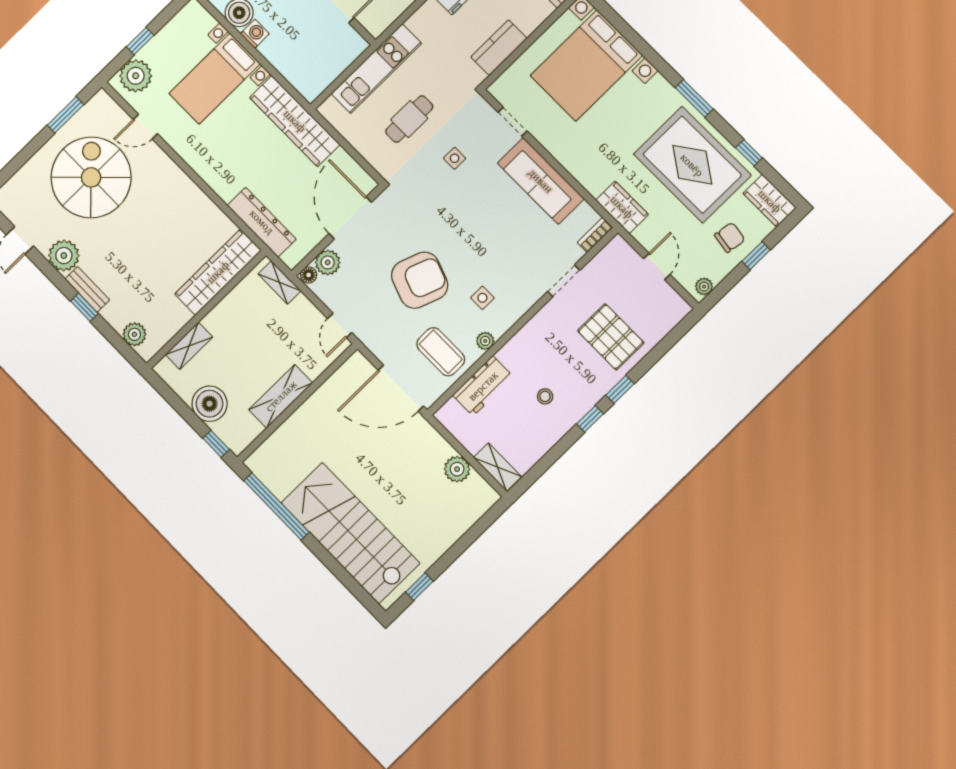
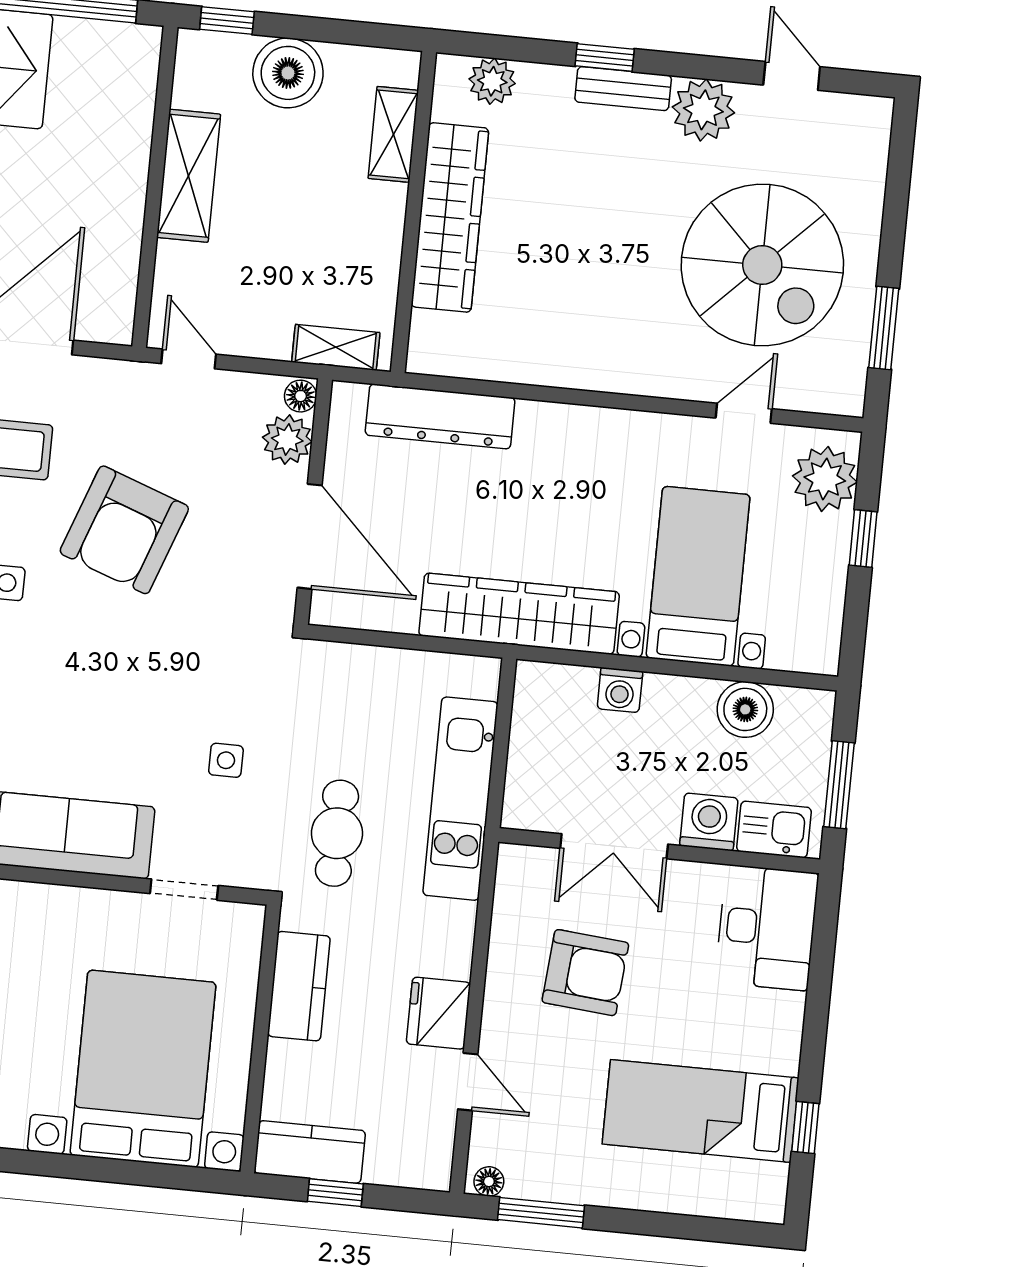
washing machine: (255, 34) -> (620, 690), moved
cafe table: (409, 119) -> (337, 833), moved
wardrobe: (218, 272) -> (450, 217), moved

